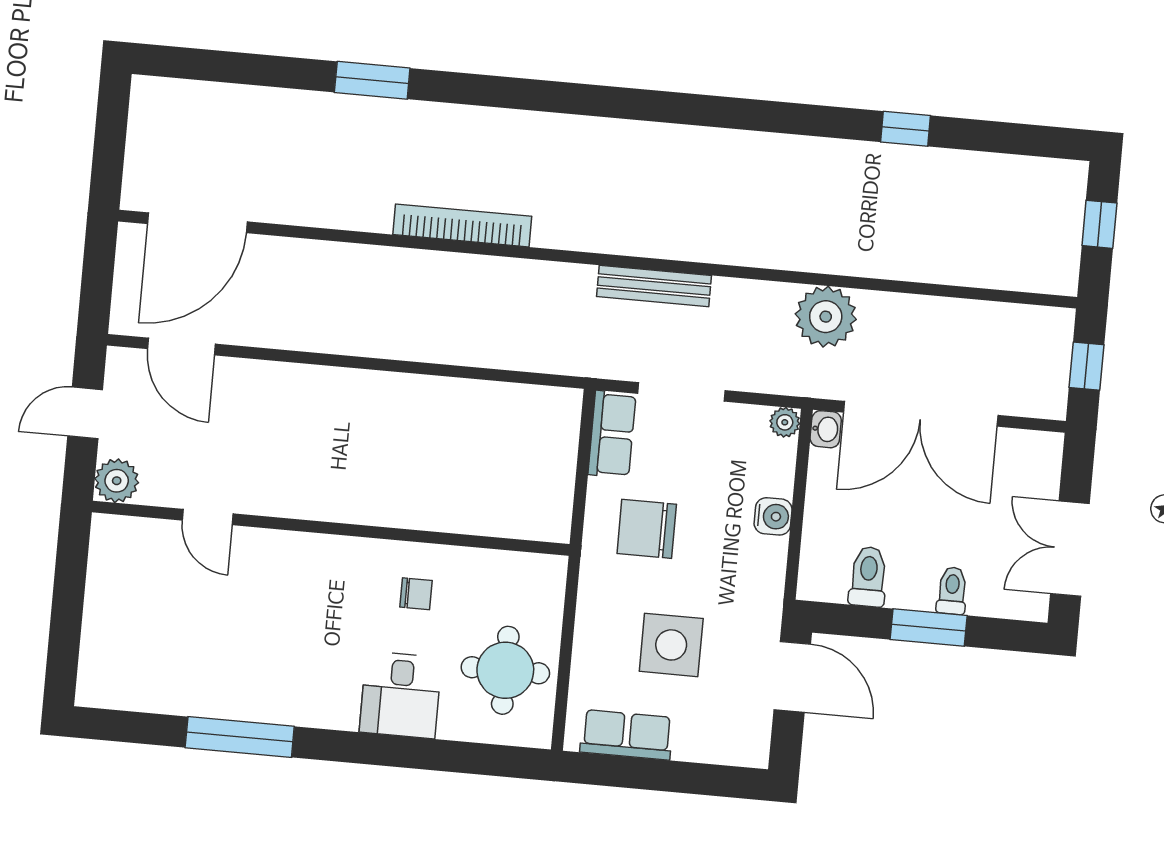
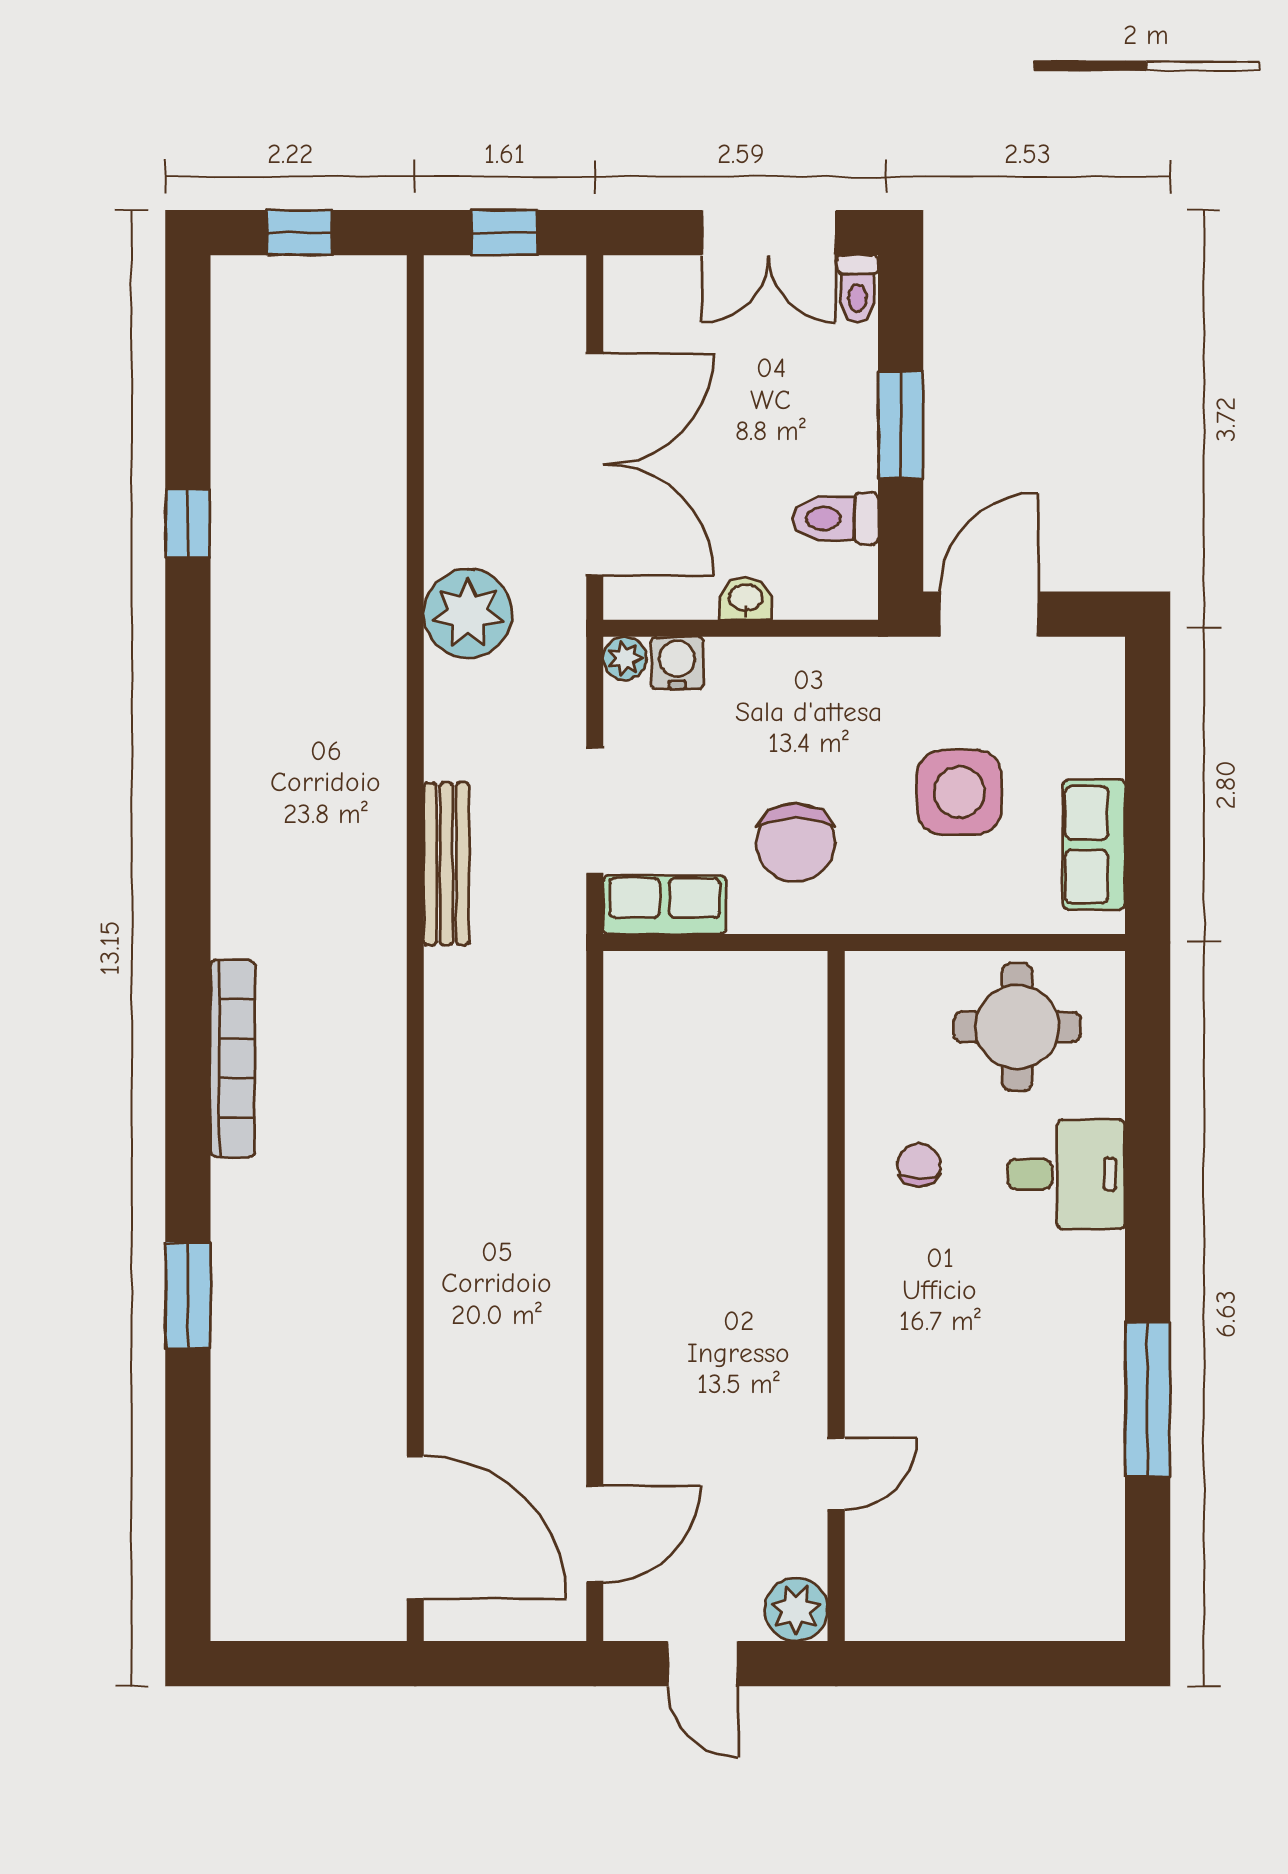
bookcase: (462, 225) -> (233, 1059), moved, turned 180
washbasin: (826, 429) -> (746, 599), moved
water cooler: (773, 516) -> (677, 663), moved
toilet: (952, 591) -> (858, 289), moved, turned -90

